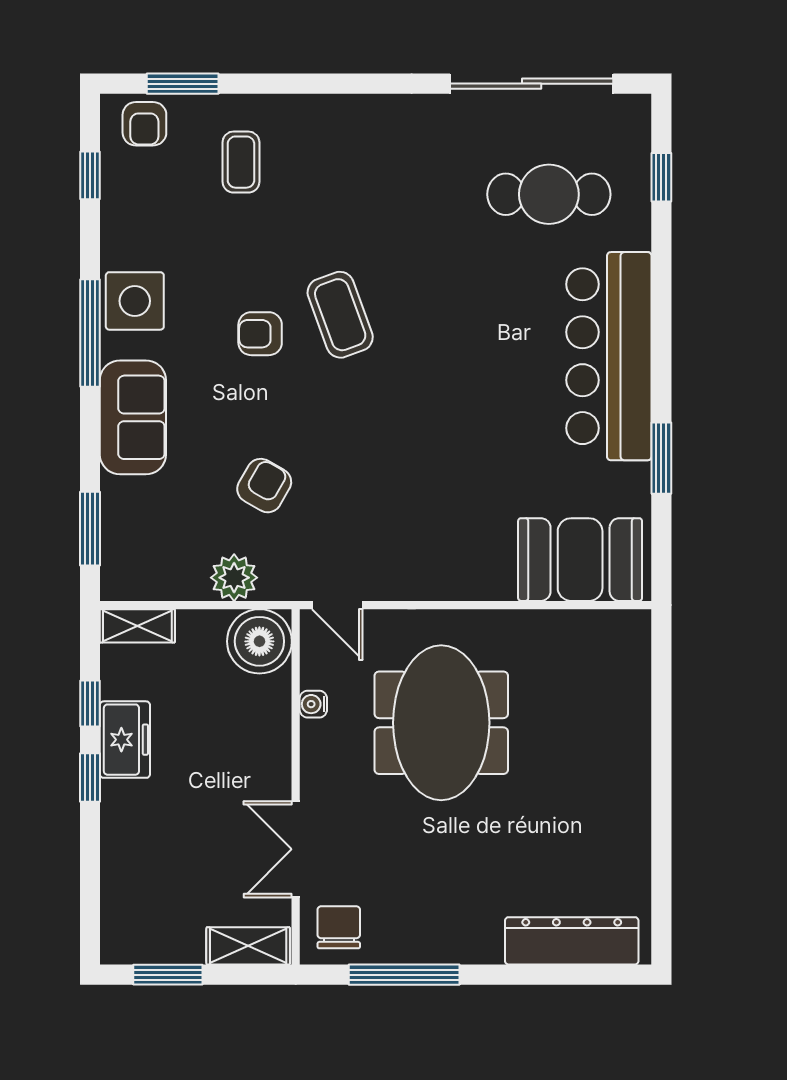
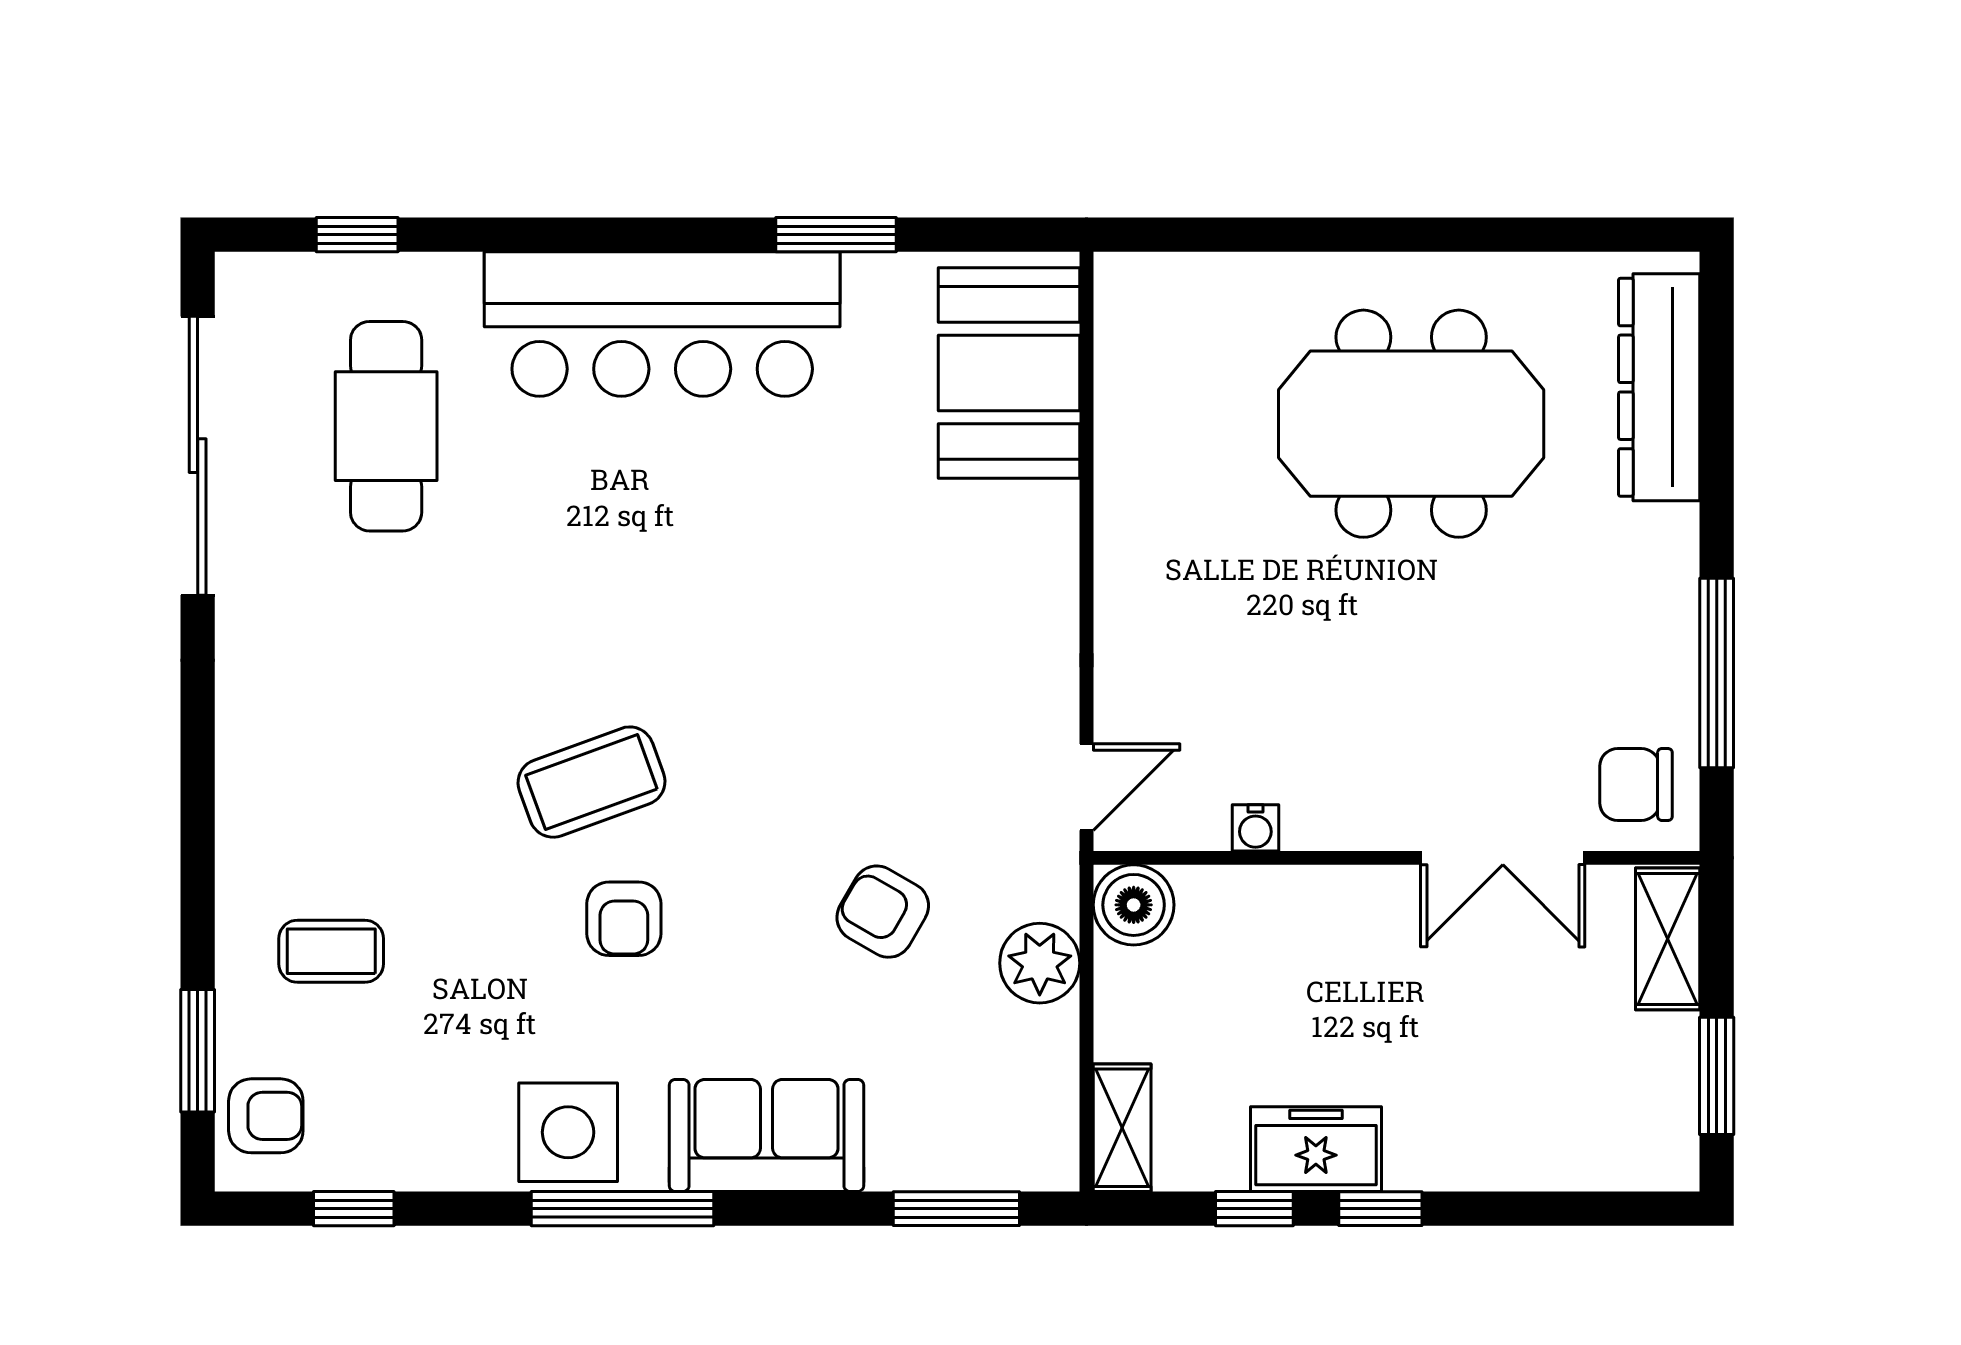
boiler: (259, 641) -> (1134, 905), width x0.73, depth x0.73
meeting table: (441, 723) -> (1411, 424), moved

